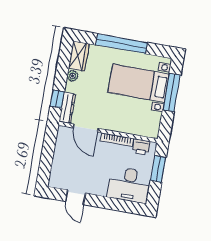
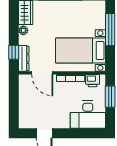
bed with nightstands: (139, 83) -> (81, 50), moved

